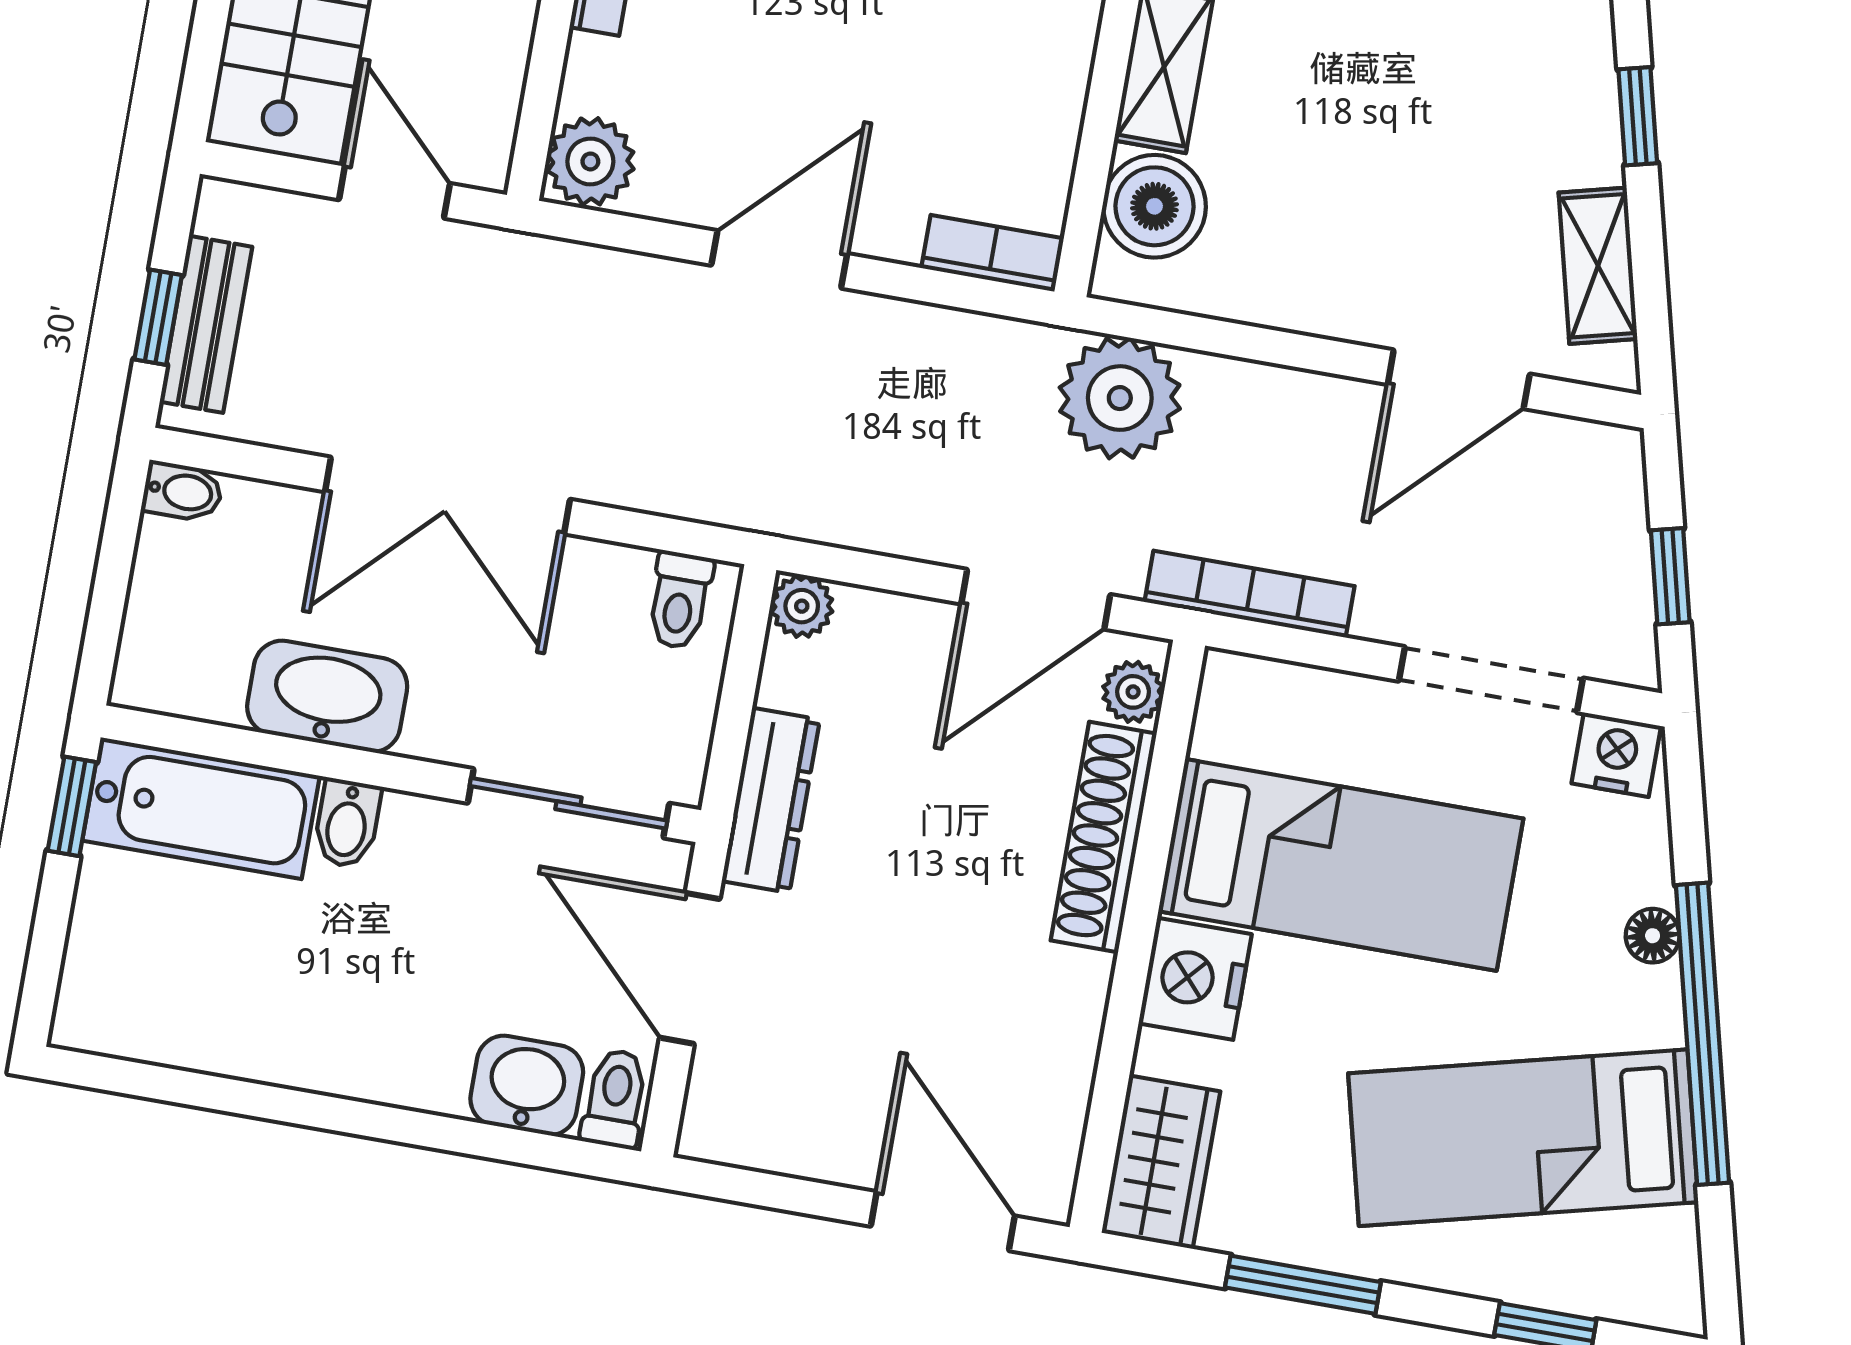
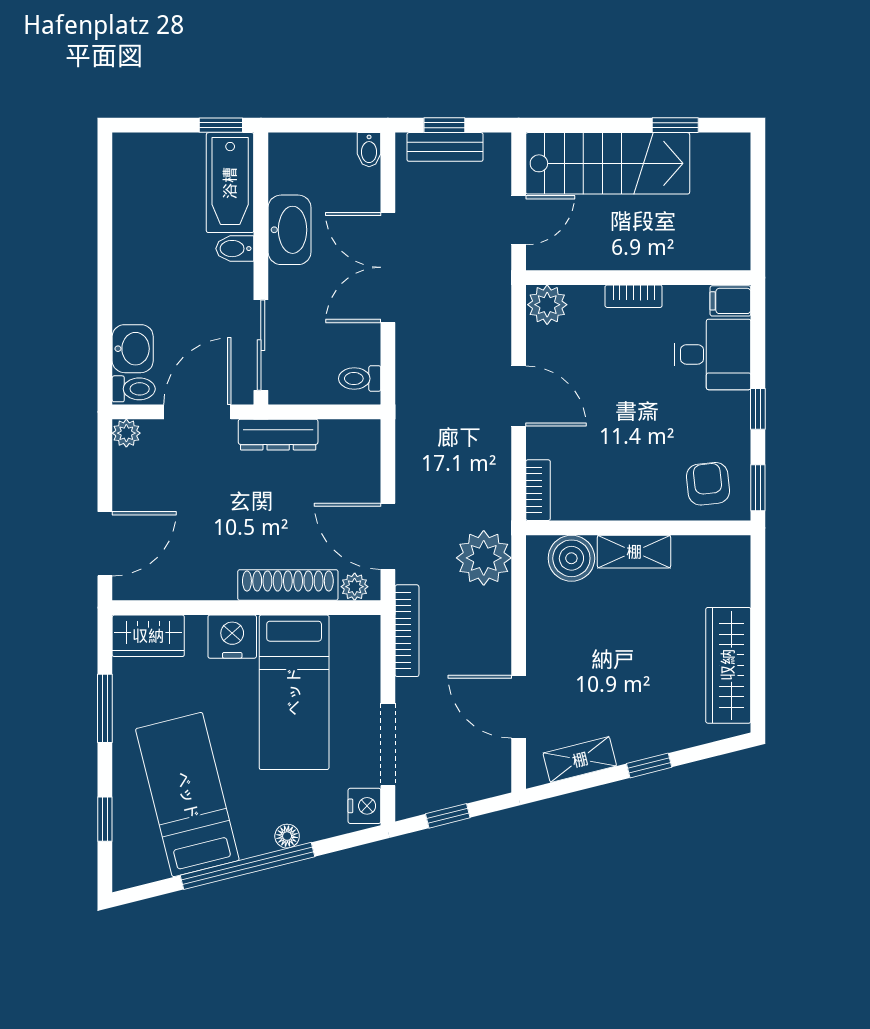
plant: (802, 606) -> (126, 433), moved

